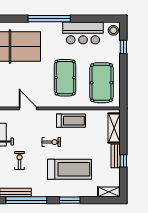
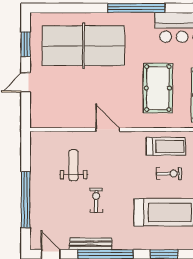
exercise bike: (51, 142) -> (169, 174), moved

